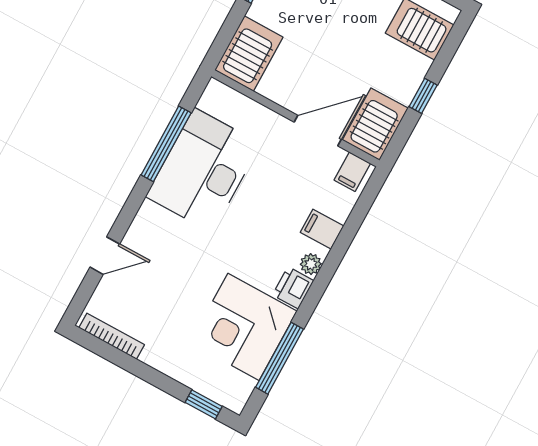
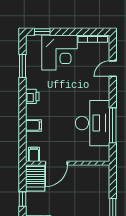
server rack: (249, 54) -> (100, 178), removed
plant: (311, 264) -> (30, 109), removed
corner desk: (244, 327) -> (60, 52), moved, turned 90
window: (279, 358) -> (22, 66), width x0.69

